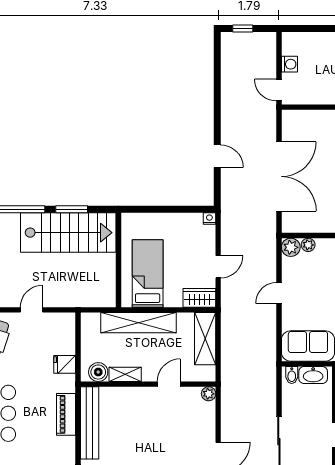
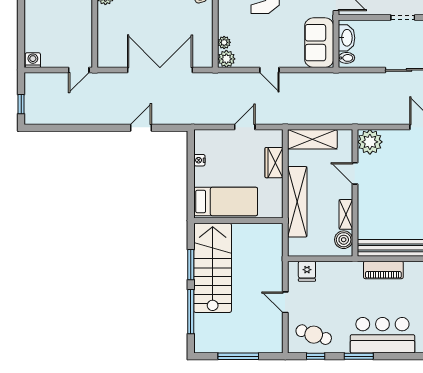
washing machine: (289, 64) -> (33, 60), moved
nightstand: (209, 219) -> (199, 160), moved
door: (218, 267) -> (245, 127), hinge flipped
bed: (148, 273) -> (226, 201), moved, turned 180
wardrobe: (199, 298) -> (274, 163), moved
fridge: (65, 364) -> (307, 271), moved
plant: (209, 394) -> (370, 142), width x1.87, depth x1.87

